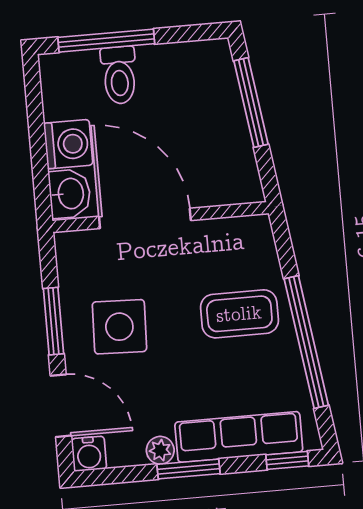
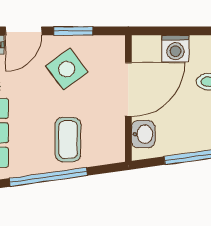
washbasin: (70, 194) -> (143, 134), moved, turned -90
side table: (119, 327) -> (67, 69), turned -38

